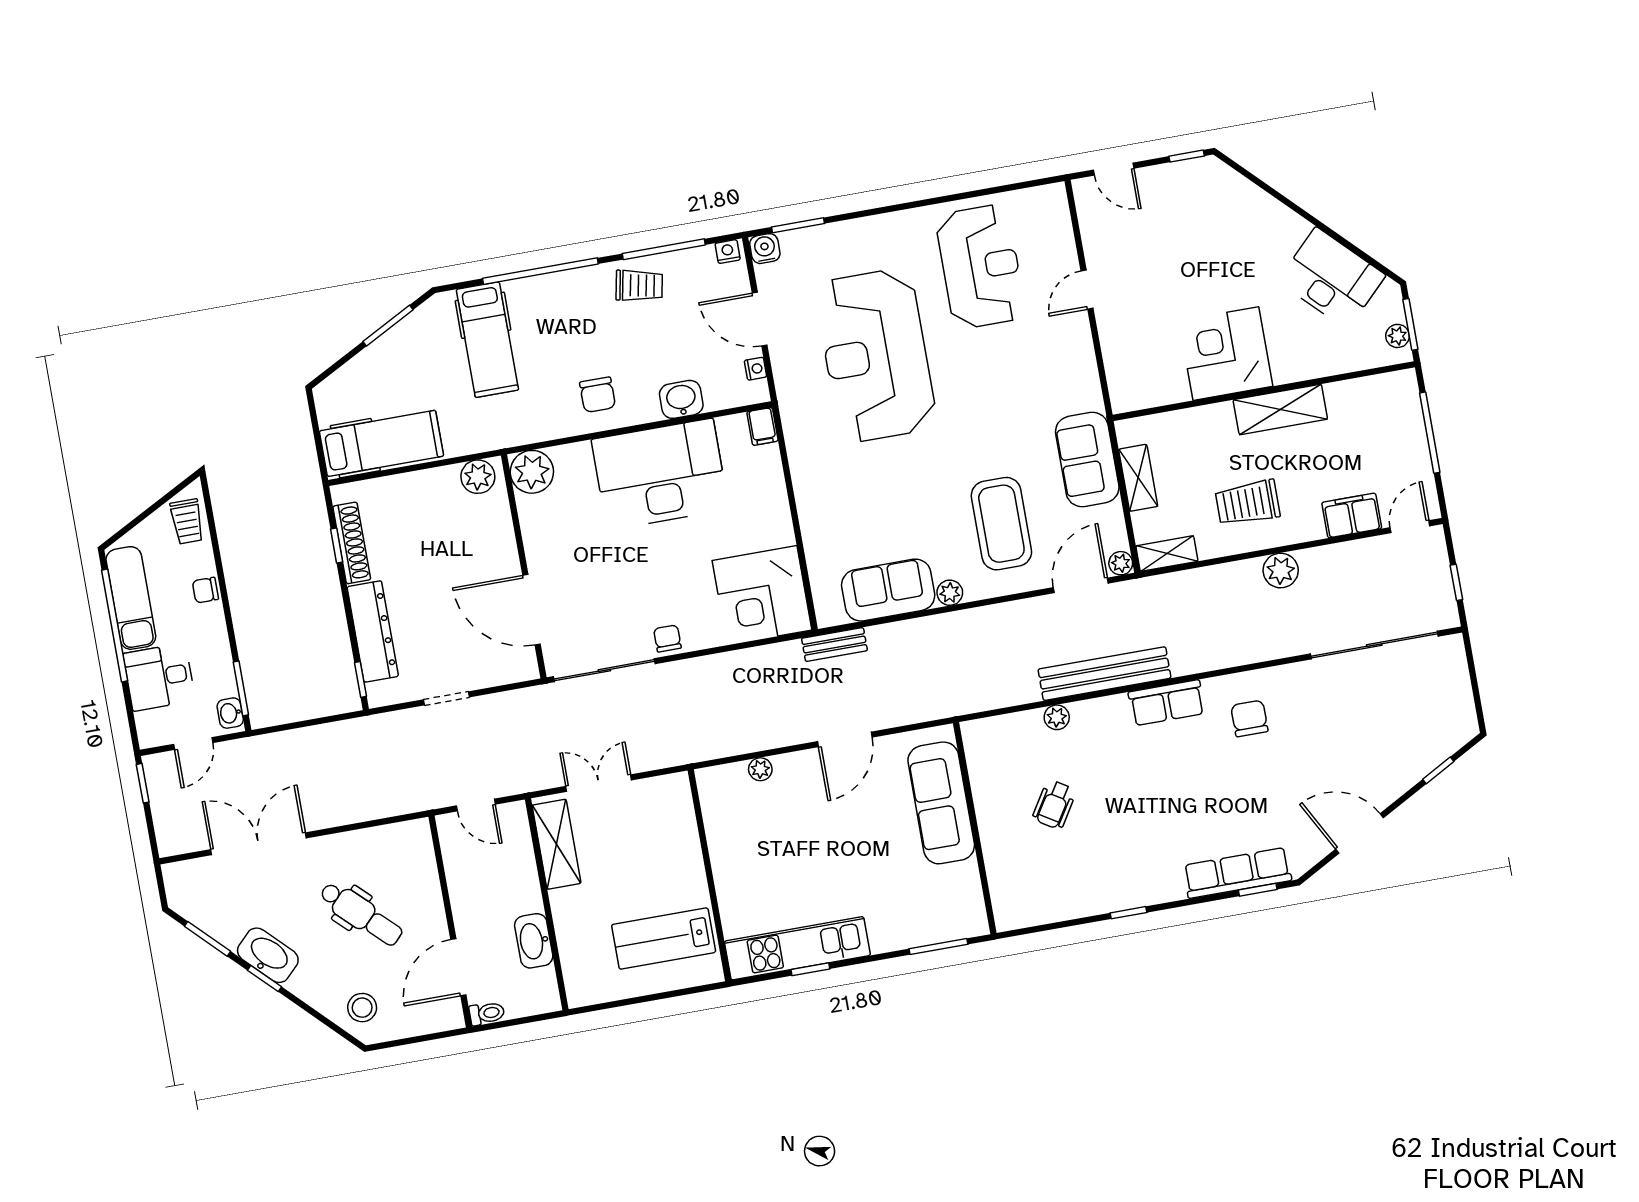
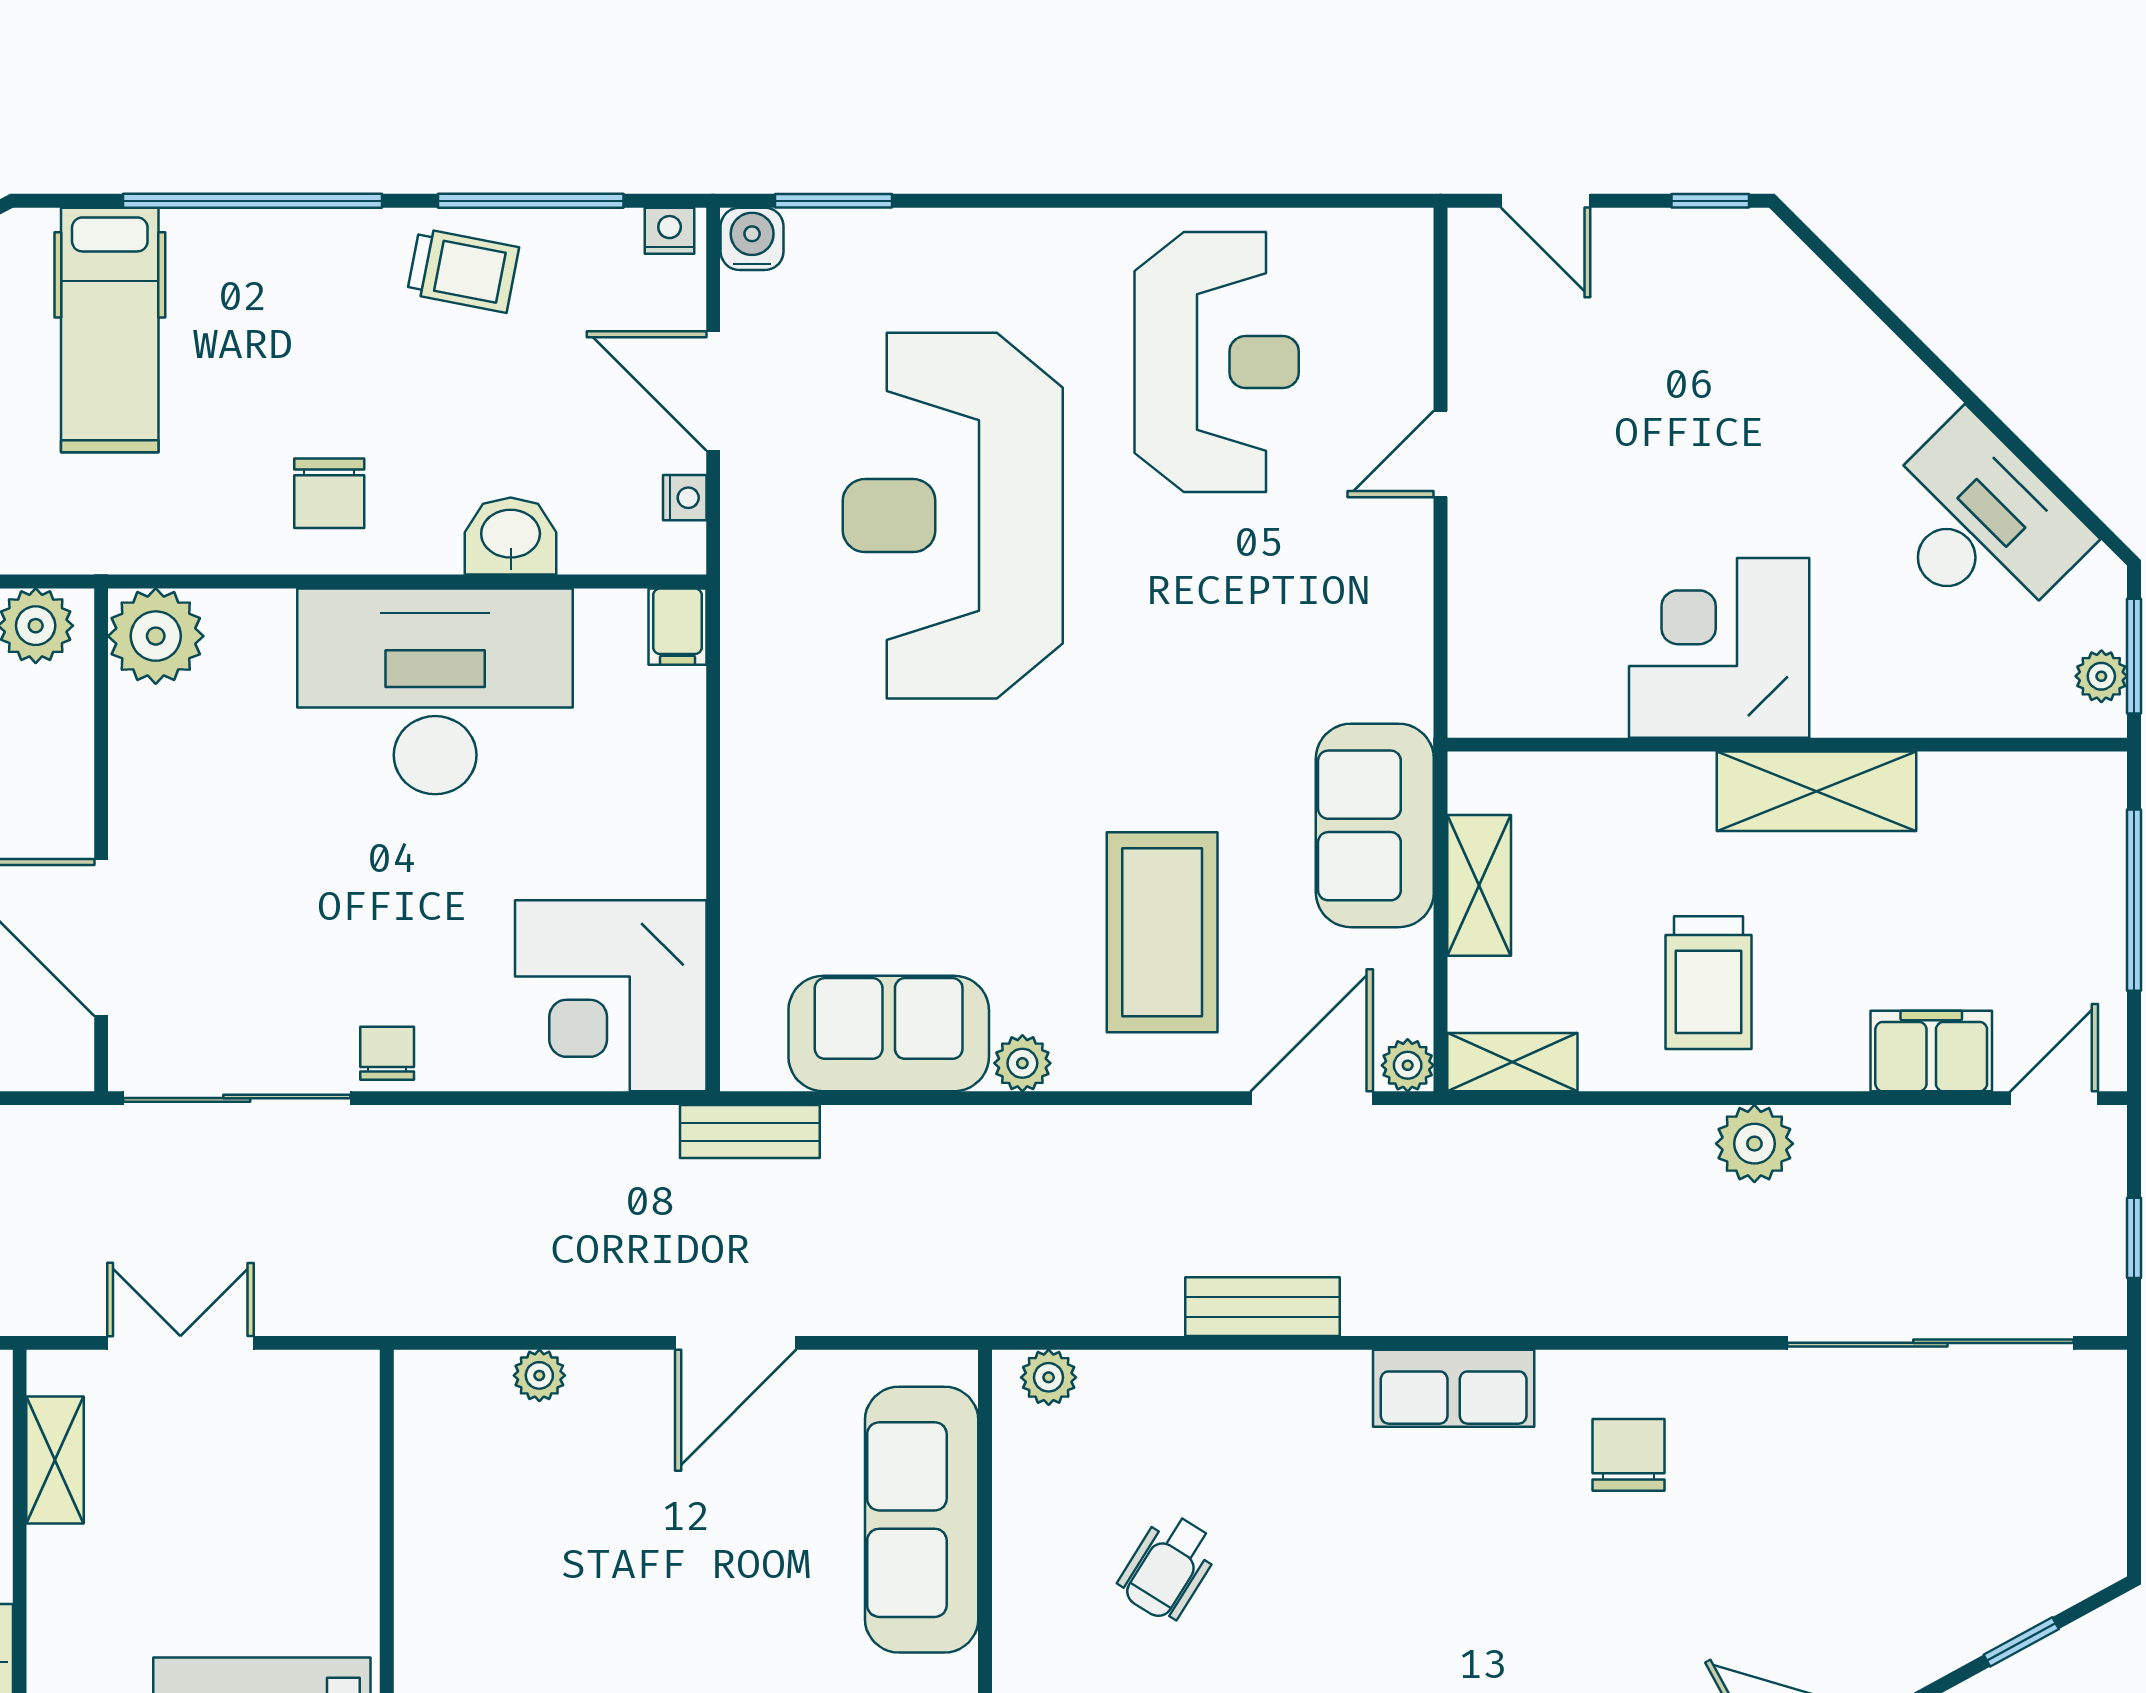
trolley: (1248, 503) -> (1709, 983), turned -90
bench: (1104, 674) -> (1262, 1307), width x0.54, depth x0.82
plant: (1057, 717) -> (1049, 1377), moved
shelving: (557, 844) -> (55, 1460), width x0.67, depth x0.75

